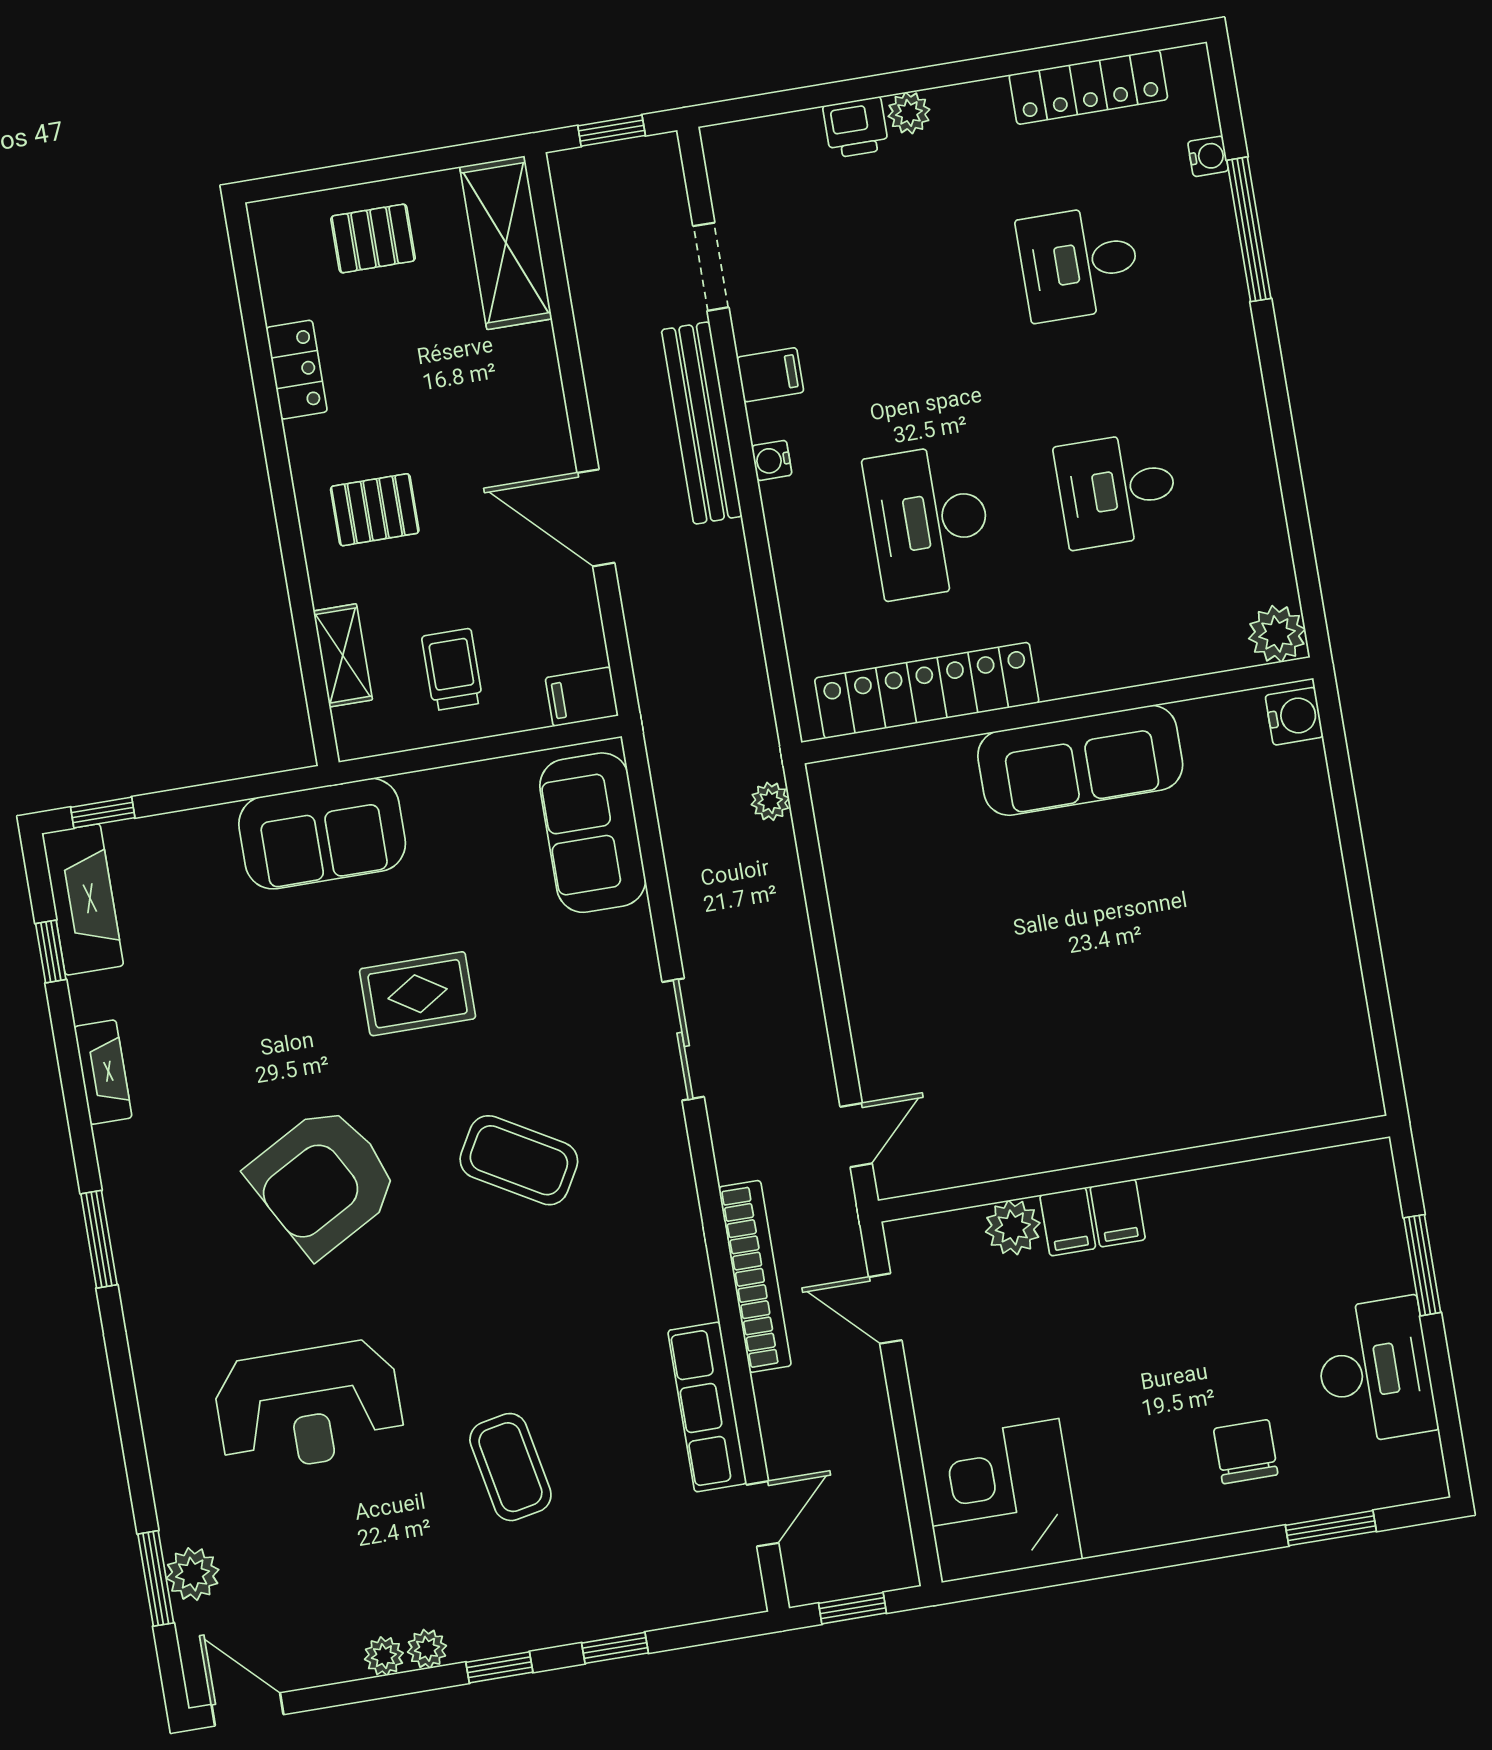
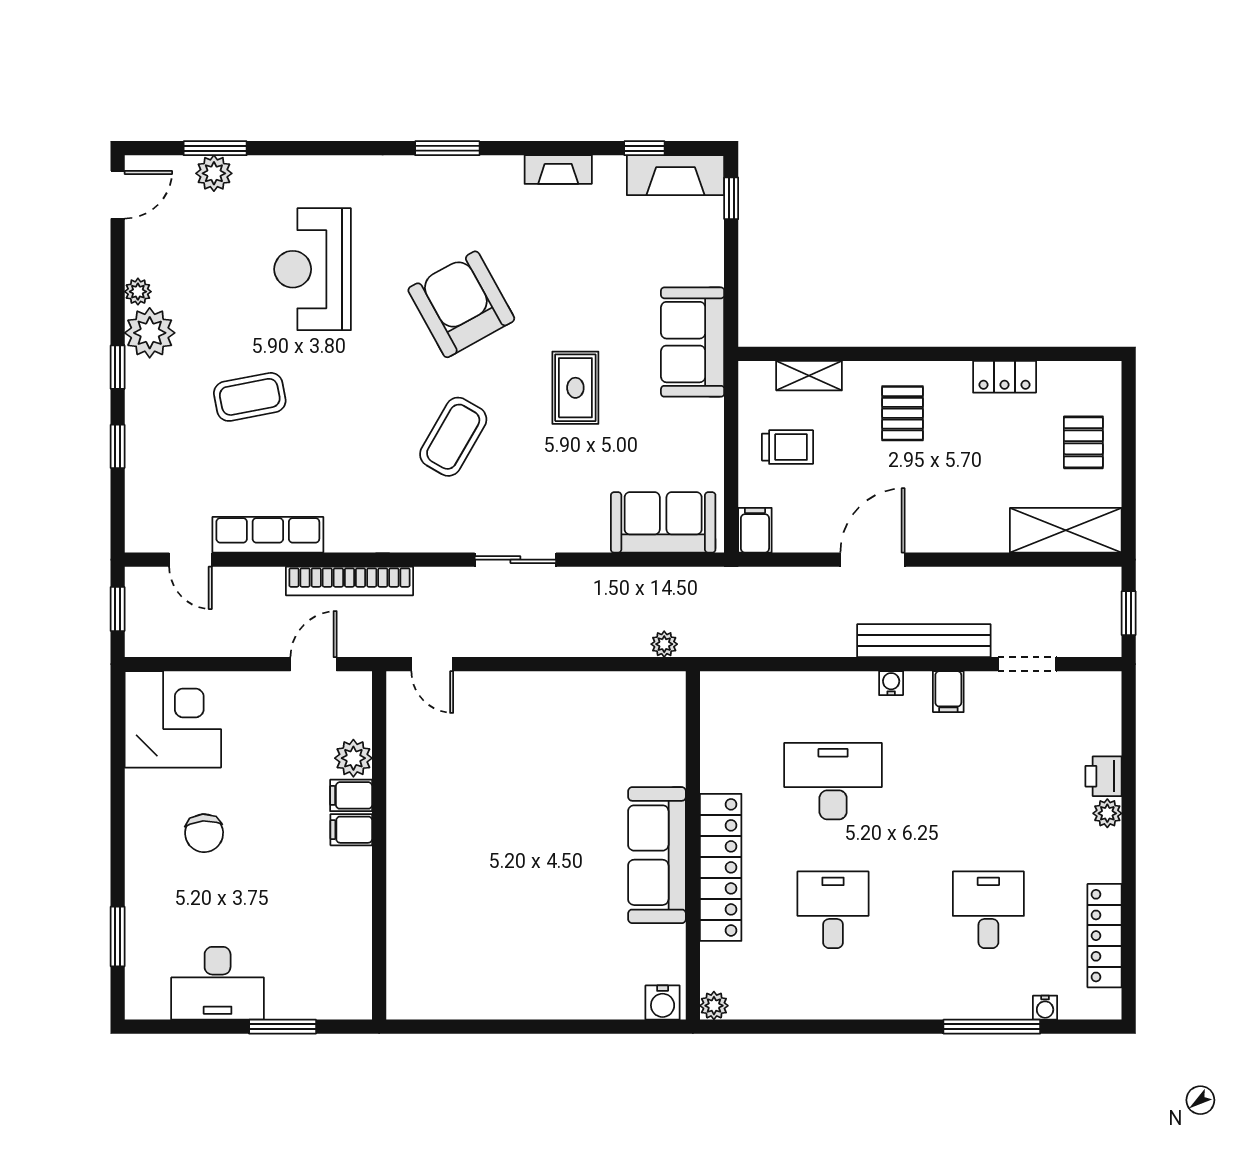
plant: (1277, 634) -> (714, 1006), width x0.73, depth x0.73
locker: (927, 690) -> (721, 867), moved
chair: (1246, 1452) -> (204, 833), moved, turned 86
plant: (427, 1649) -> (150, 333), width x1.88, depth x1.88

